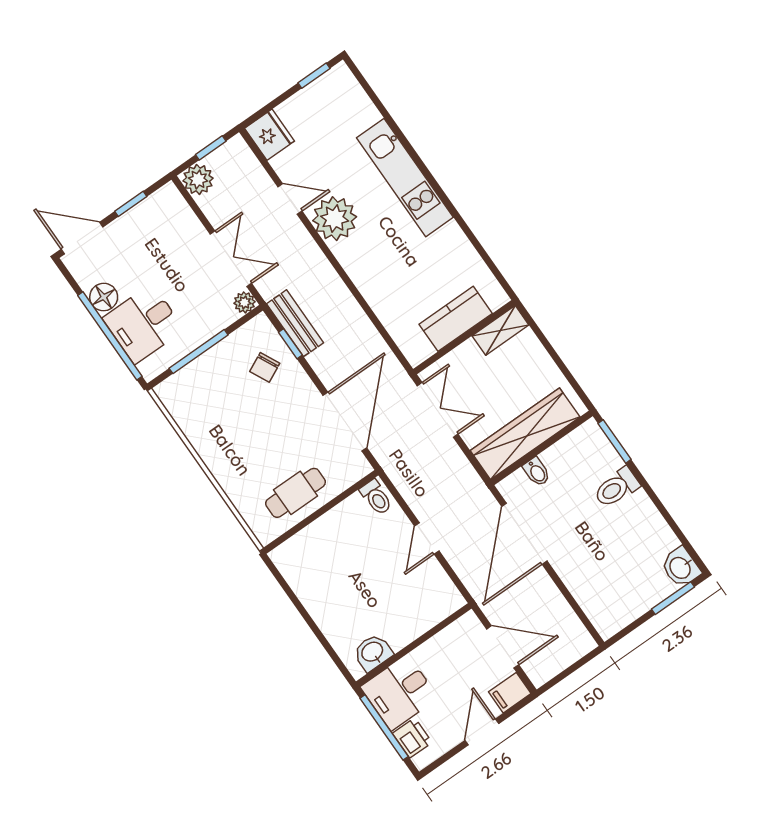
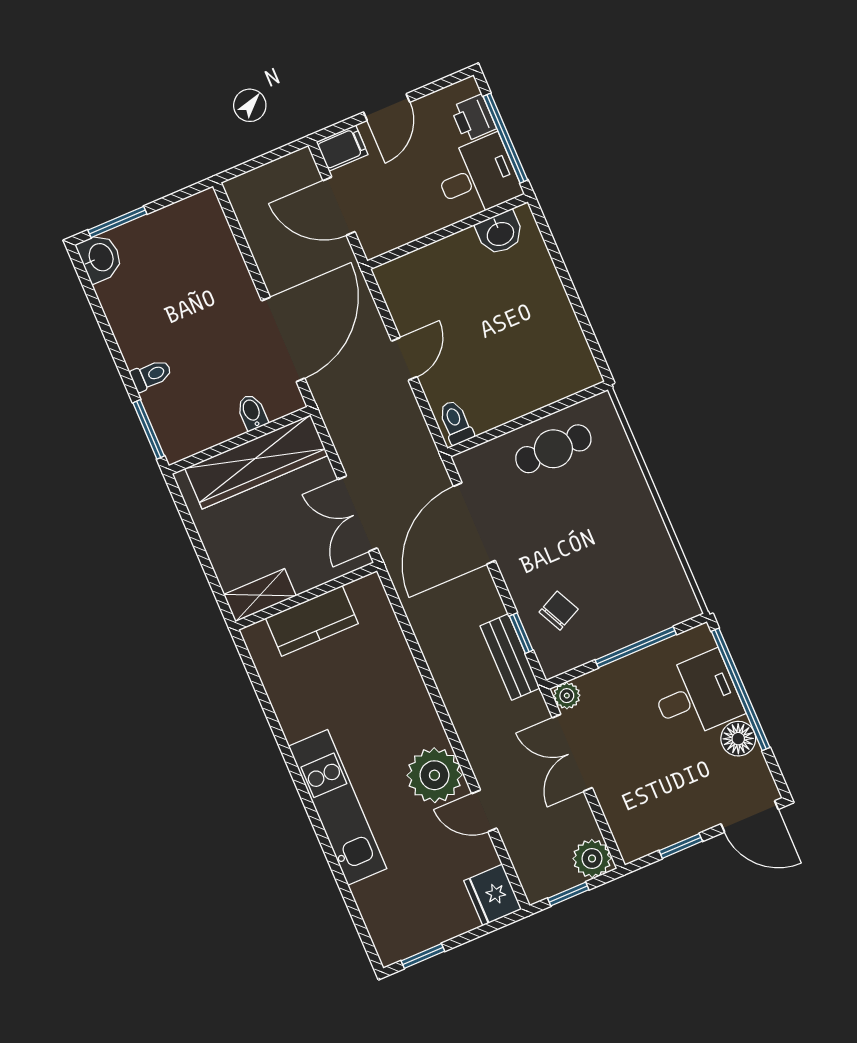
toilet: (617, 488) -> (151, 375), width x0.73, depth x0.72

